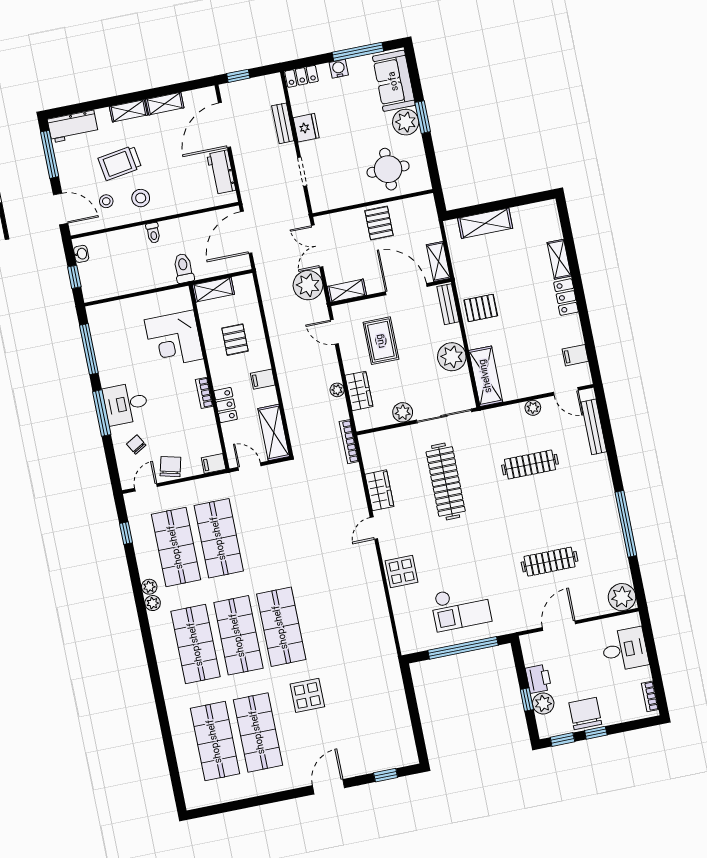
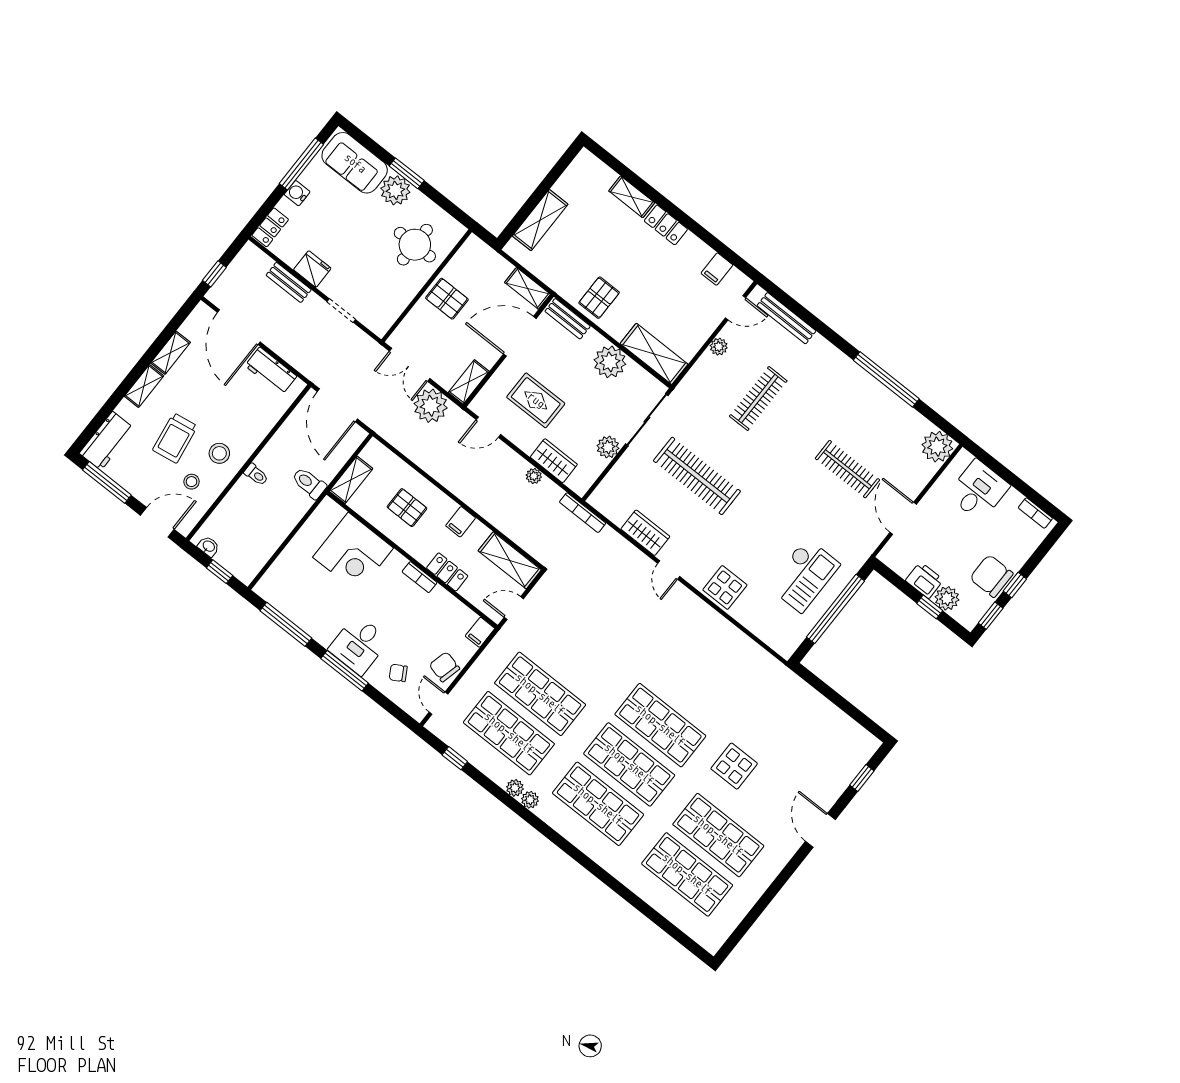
clothes rail: (550, 562) -> (847, 469), turned 90

